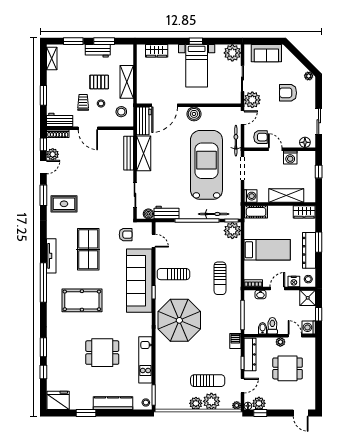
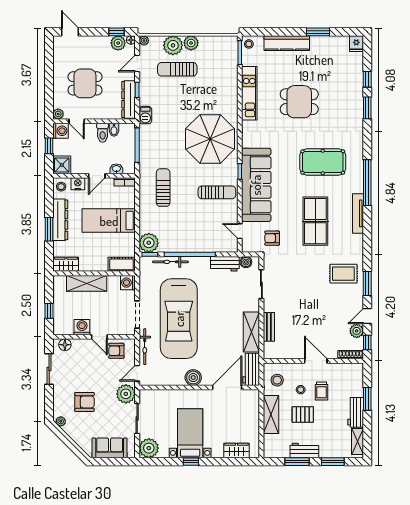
workbench: (60, 120) -> (356, 412), moved, turned 90
bench: (129, 153) -> (269, 327), width x0.73
plant: (280, 342) -> (58, 114), moved
fridge: (58, 400) -> (356, 44), width x0.53, depth x0.75

